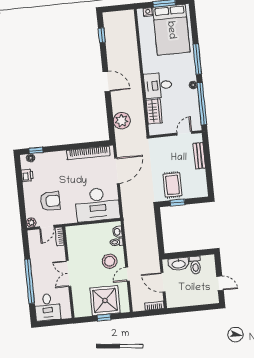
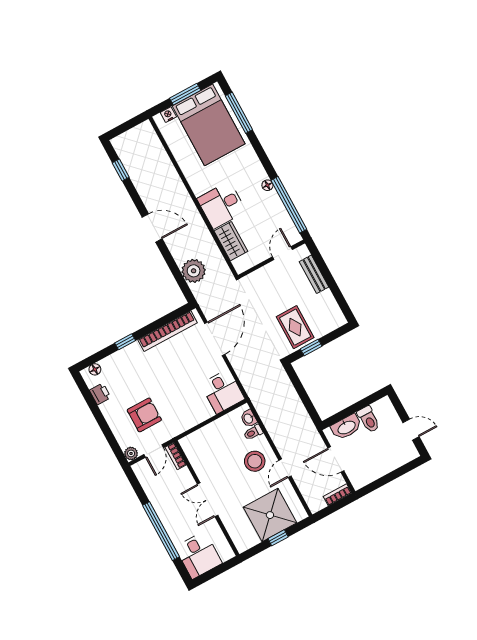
window: (197, 59) -> (239, 113), moved
window: (36, 150) -> (125, 342), moved
desk: (97, 204) -> (223, 391), width x0.53, depth x0.77

